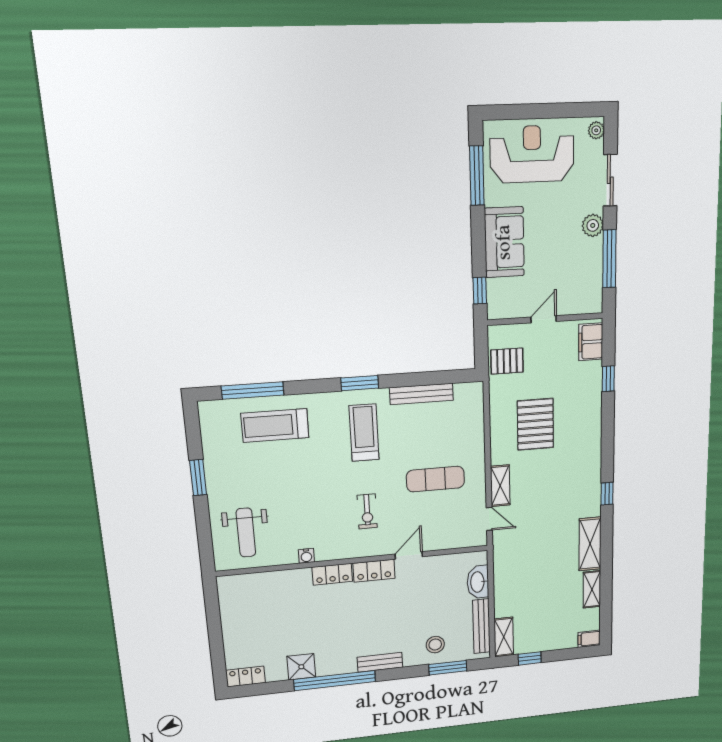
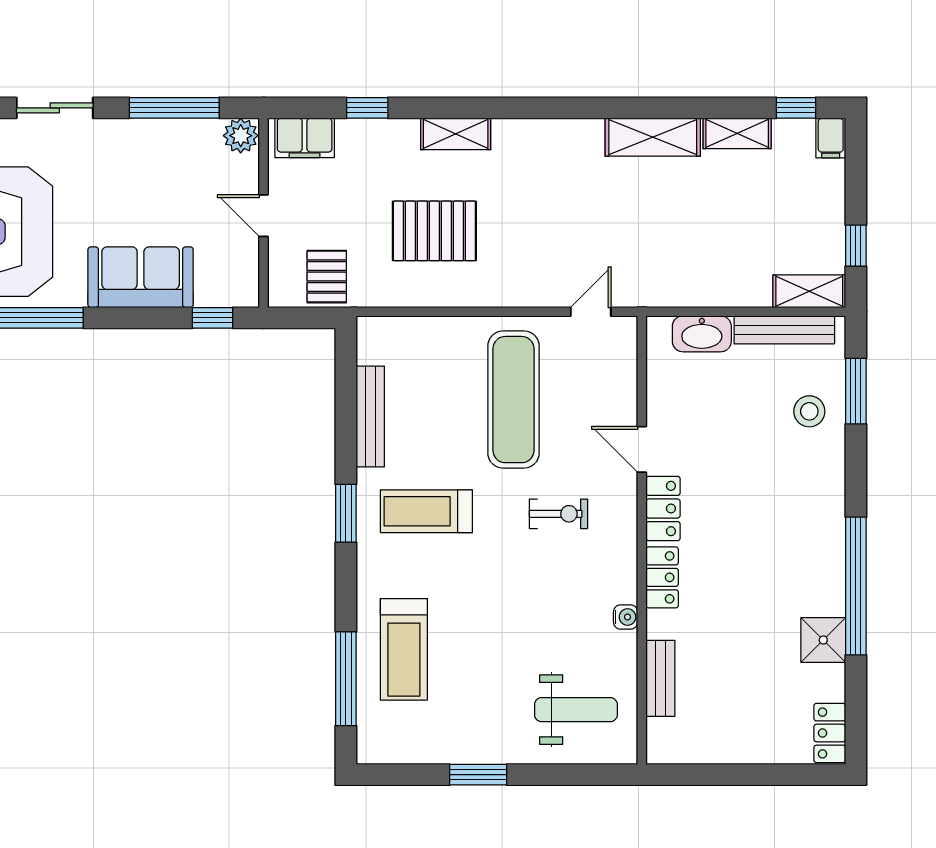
plant: (593, 225) -> (241, 136), moved
exercise mat: (435, 479) -> (513, 400), width x1.36, depth x1.45
shelving: (500, 486) -> (456, 134), moved
window: (607, 494) -> (796, 108), moved
bench: (380, 662) -> (660, 678), moved

